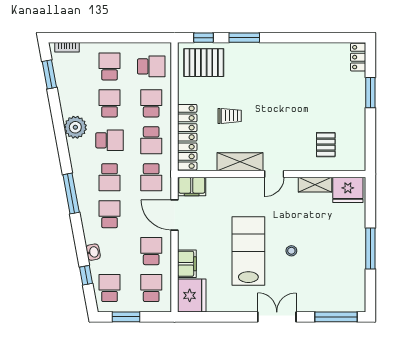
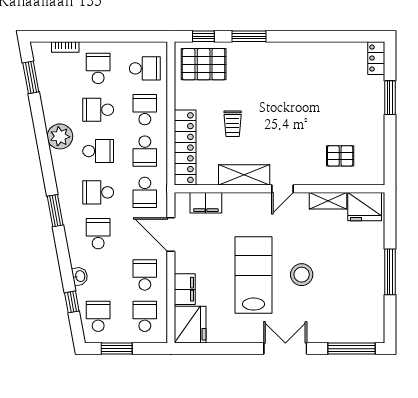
bookcase: (67, 47) -> (65, 47), moved
school desk: (110, 103) -> (98, 110), turned -90
trolley: (230, 116) -> (233, 124), turned 90
pallet: (326, 145) -> (340, 156), turned 90
school desk: (110, 177) -> (98, 192), turned 90
filing cabinet: (192, 187) -> (206, 203), moved
window: (71, 194) -> (55, 211), width x0.69
stool: (291, 251) -> (302, 275), width x1.89, depth x1.89

